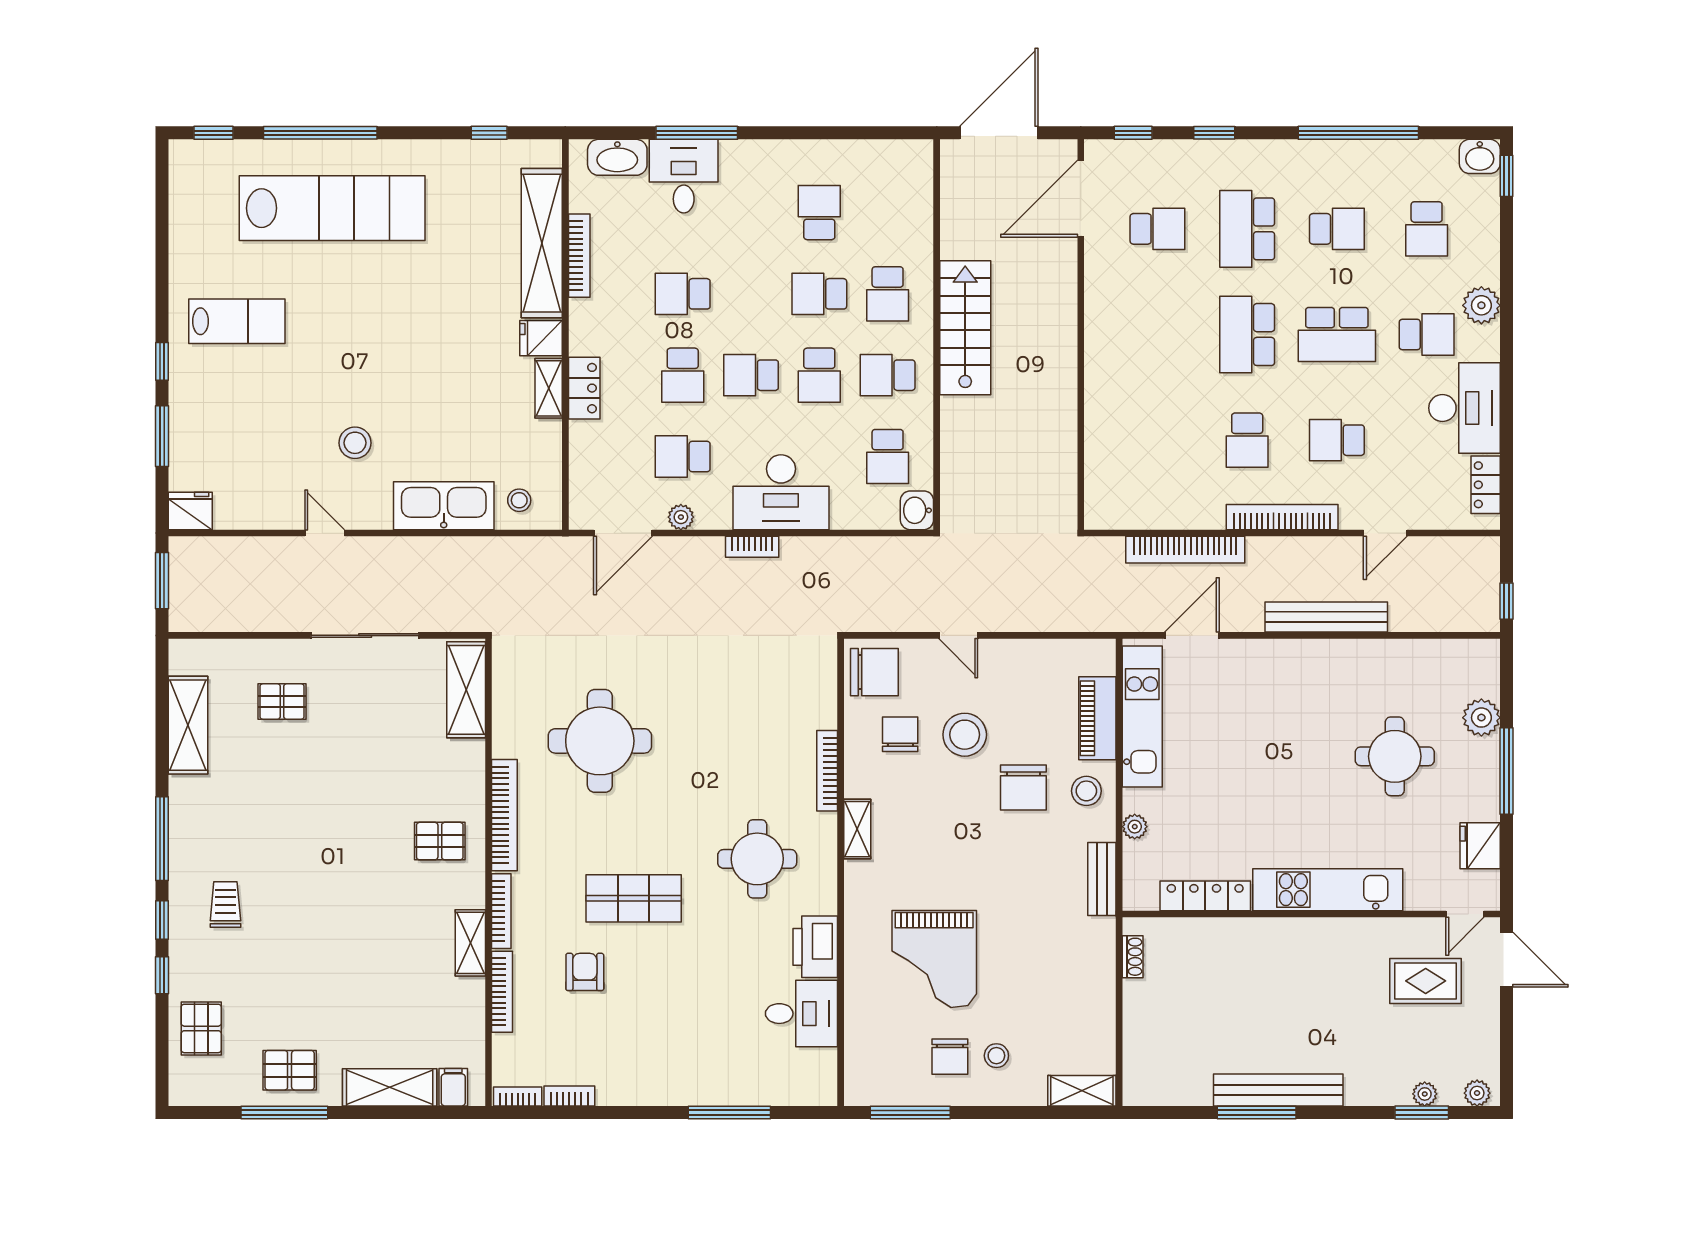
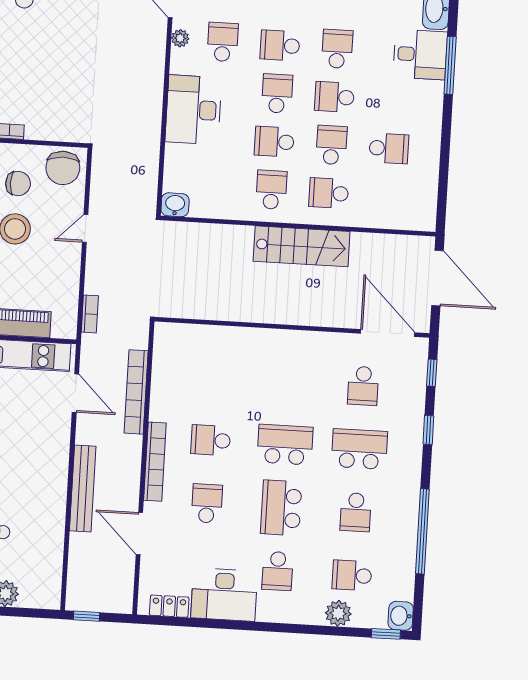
plant: (1481, 305) -> (338, 613), moved
school desk: (888, 456) -> (334, 97), moved
door: (1385, 533) -> (139, 534), width x1.38
bookcase: (752, 547) -> (90, 314), moved, turned 180

